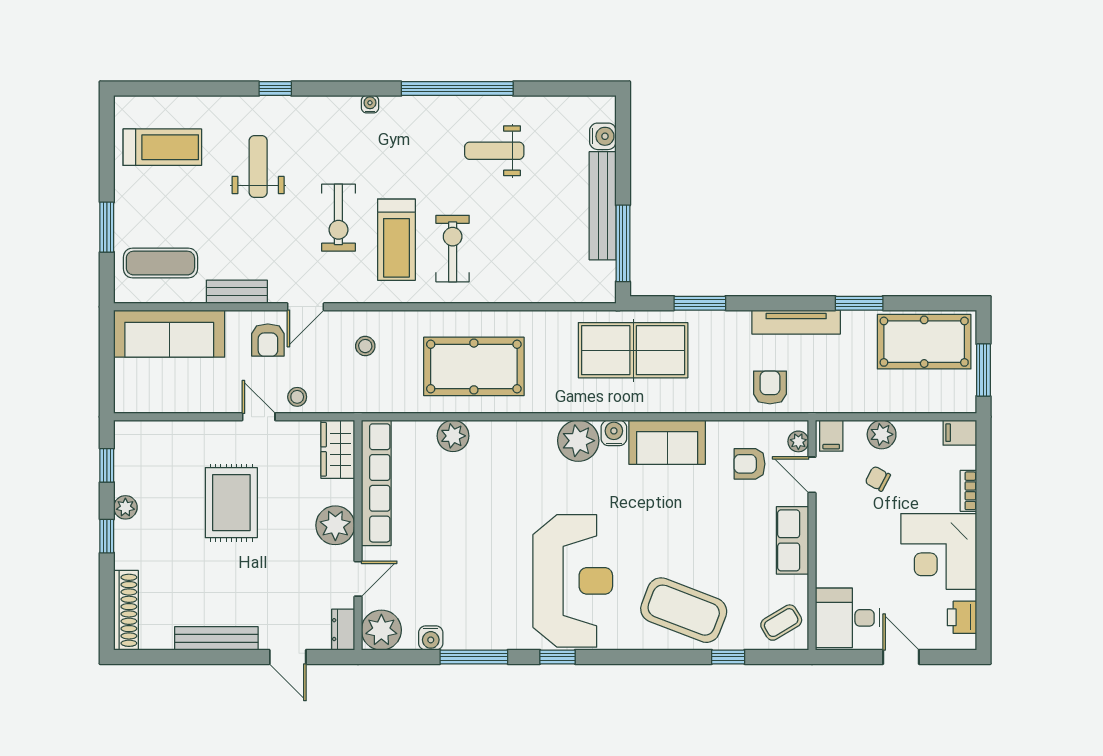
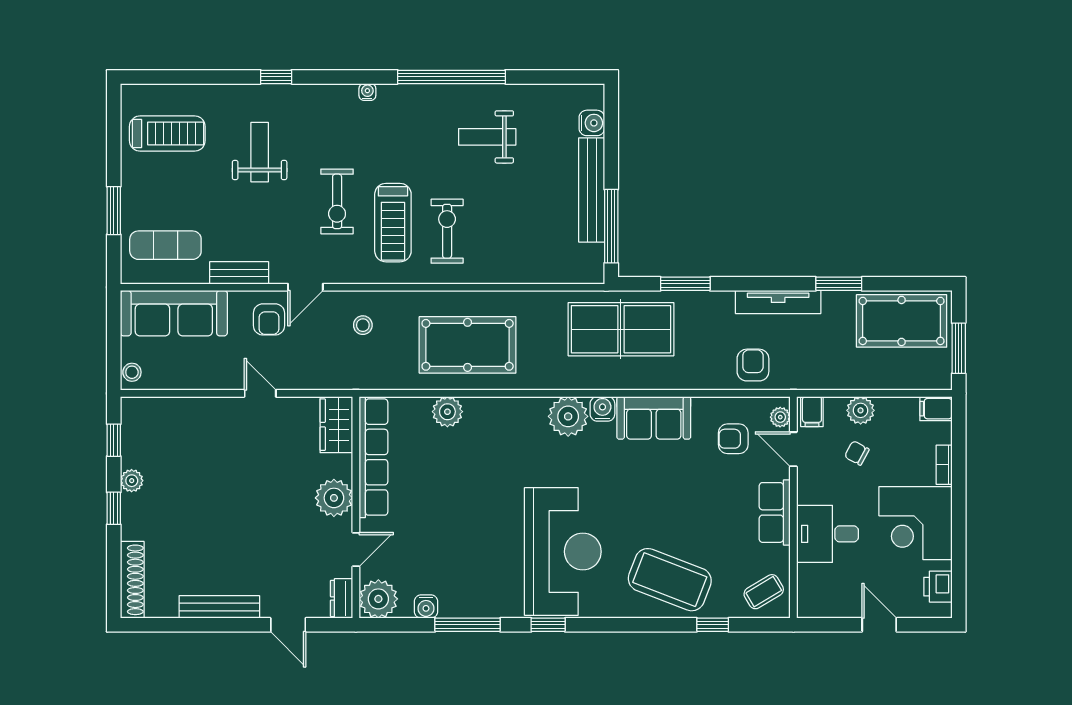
stool: (297, 397) -> (132, 372), moved
rug: (231, 503) -> (234, 476), removed
desk: (847, 618) -> (827, 534), moved

